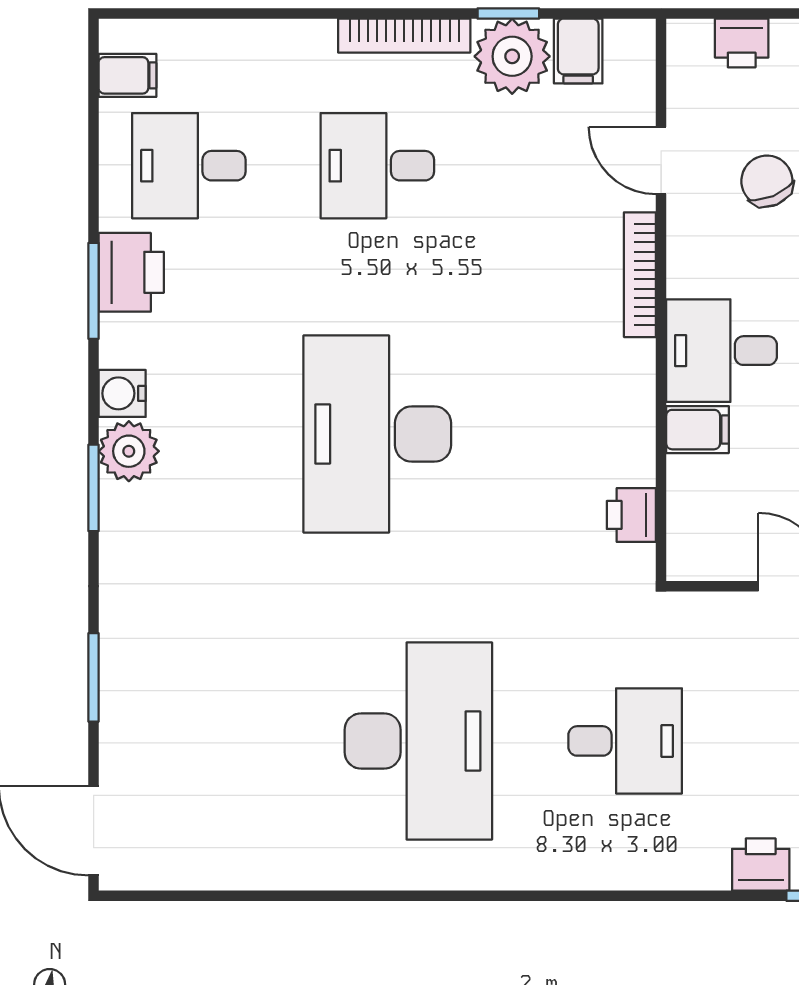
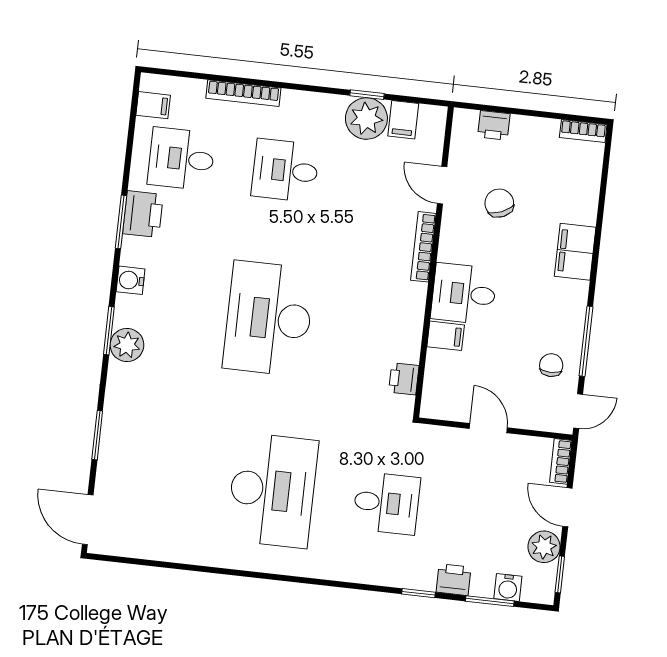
bookcase: (404, 36) -> (243, 93), moved
plant: (129, 451) -> (127, 345), moved
window: (701, 896) -> (419, 593), added

